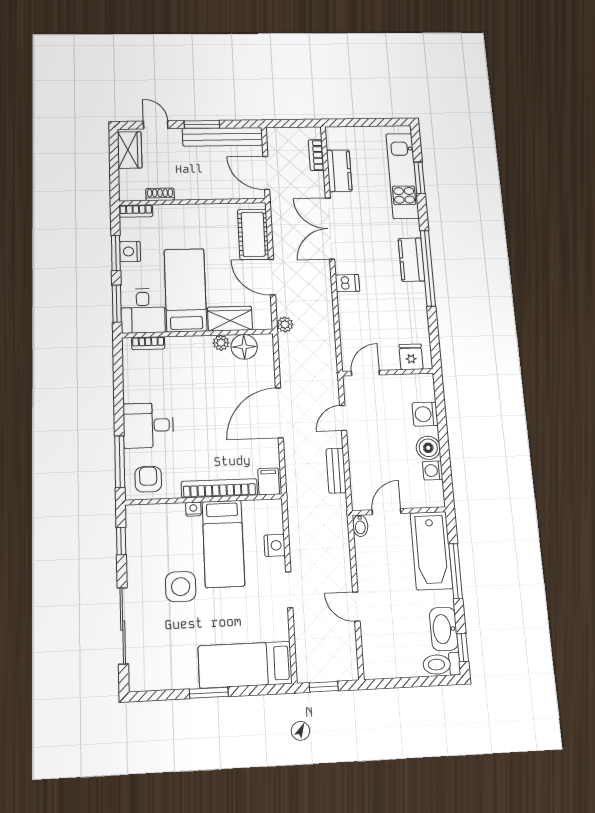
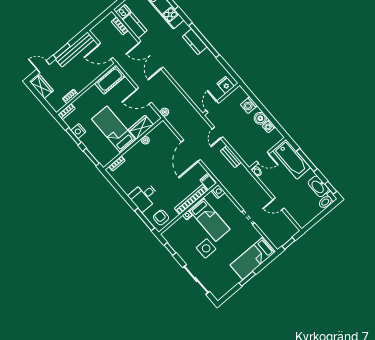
cot: (253, 234) -> (110, 80), moved, turned 90
dishwasher: (347, 283) -> (123, 12), moved
desk: (143, 311) -> (104, 152), removed
floor lamp: (244, 347) -> (156, 135), removed
door: (386, 512) -> (263, 158), swing flipped
nightstand: (275, 545) -> (218, 192), moved

